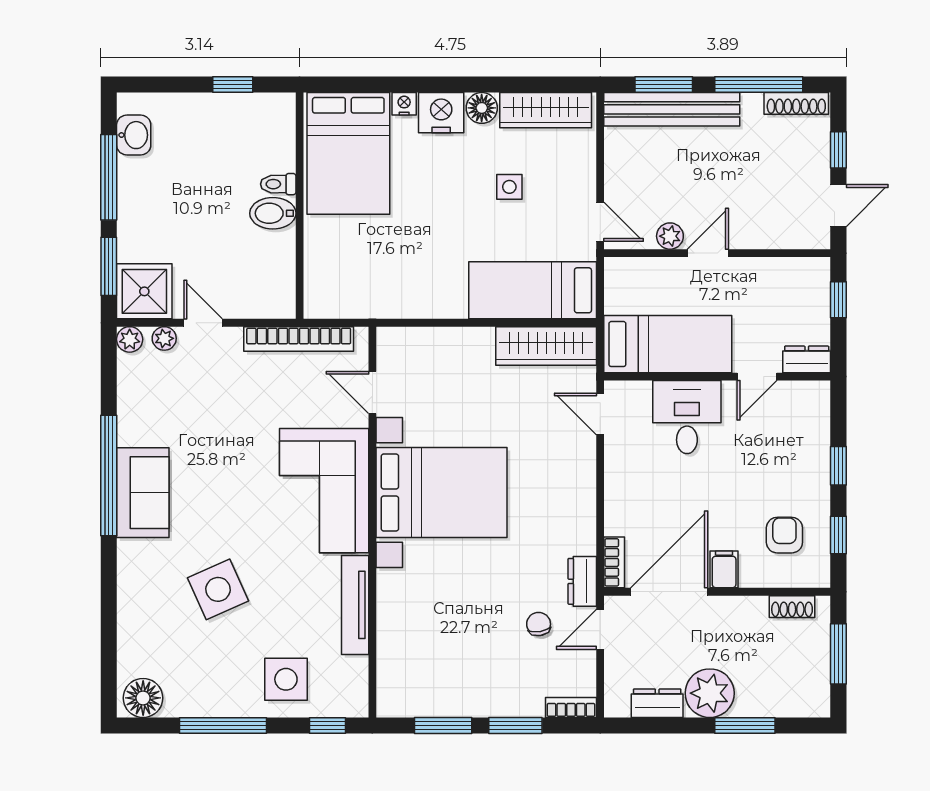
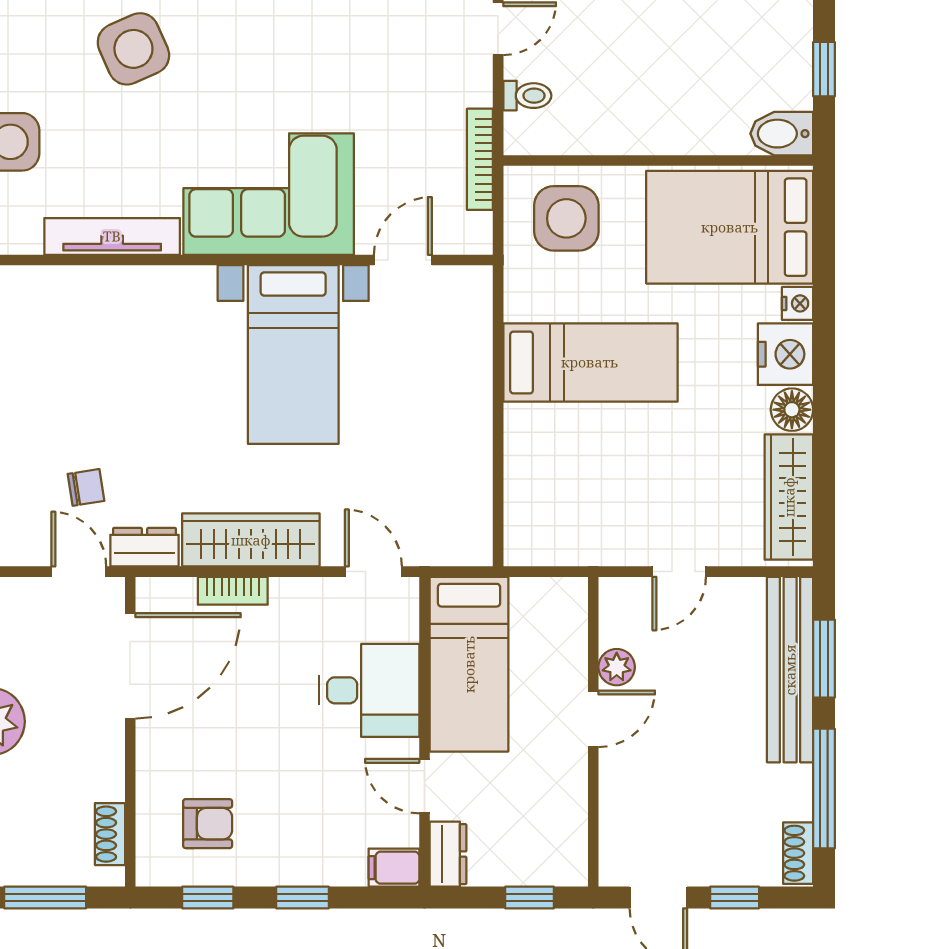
shoe rack: (796, 103) -> (798, 853), width x0.70
toilet: (278, 184) -> (527, 96), moved, turned 90
side table: (509, 187) -> (566, 218), moved, width x1.87, depth x1.87
bidet: (273, 213) -> (782, 134), moved, turned -90
door: (600, 222) -> (679, 572), moved
door: (708, 253) -> (593, 719), hinge flipped
bed: (533, 290) -> (590, 362), moved, turned 90
bookcase: (299, 339) -> (480, 159), width x0.68, depth x0.76
wardrobe: (546, 346) -> (251, 540), moved, turned 90
door: (600, 414) -> (373, 572), hinge flipped
bed with nightstands: (442, 492) -> (293, 355), width x0.73
bookcase: (614, 562) -> (233, 591), moved
filing cabinet: (724, 569) -> (394, 868), moved, turned 180
door: (669, 592) -> (130, 666), hinge flipped

